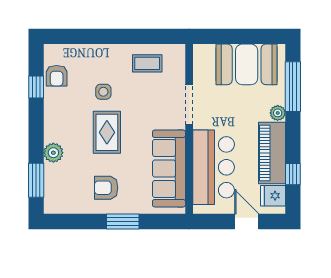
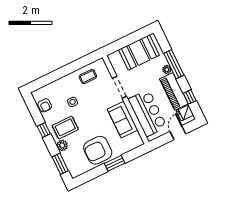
window: (36, 87) -> (44, 130), moved
window: (293, 87) -> (174, 64), moved
rug: (107, 132) -> (65, 127), moved, turned 90
sofa: (169, 168) -> (123, 120), width x0.73
armchair: (106, 188) -> (98, 150), width x1.88, depth x1.88
door: (247, 222) -> (178, 133), hinge flipped

